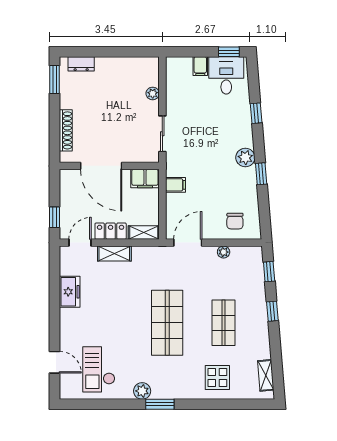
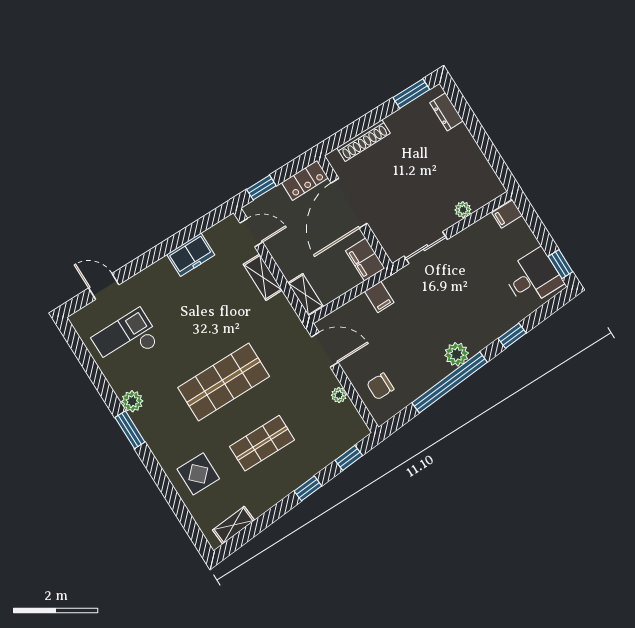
filing cabinet: (200, 66) -> (507, 214), moved
window: (261, 174) -> (450, 382), width x3.17
locker: (111, 231) -> (305, 180), moved, turned 90
door: (55, 362) -> (104, 286), swing flipped

